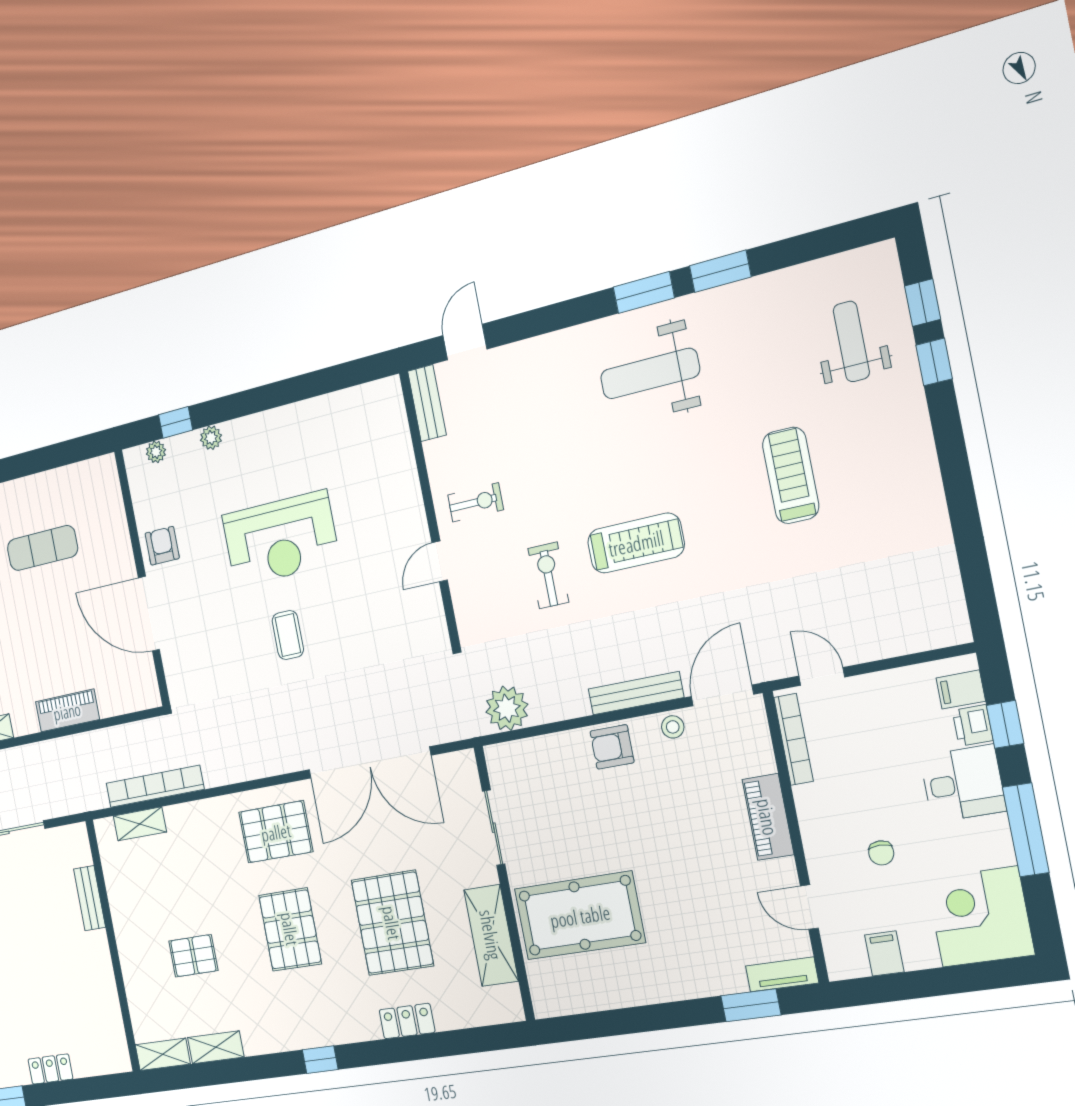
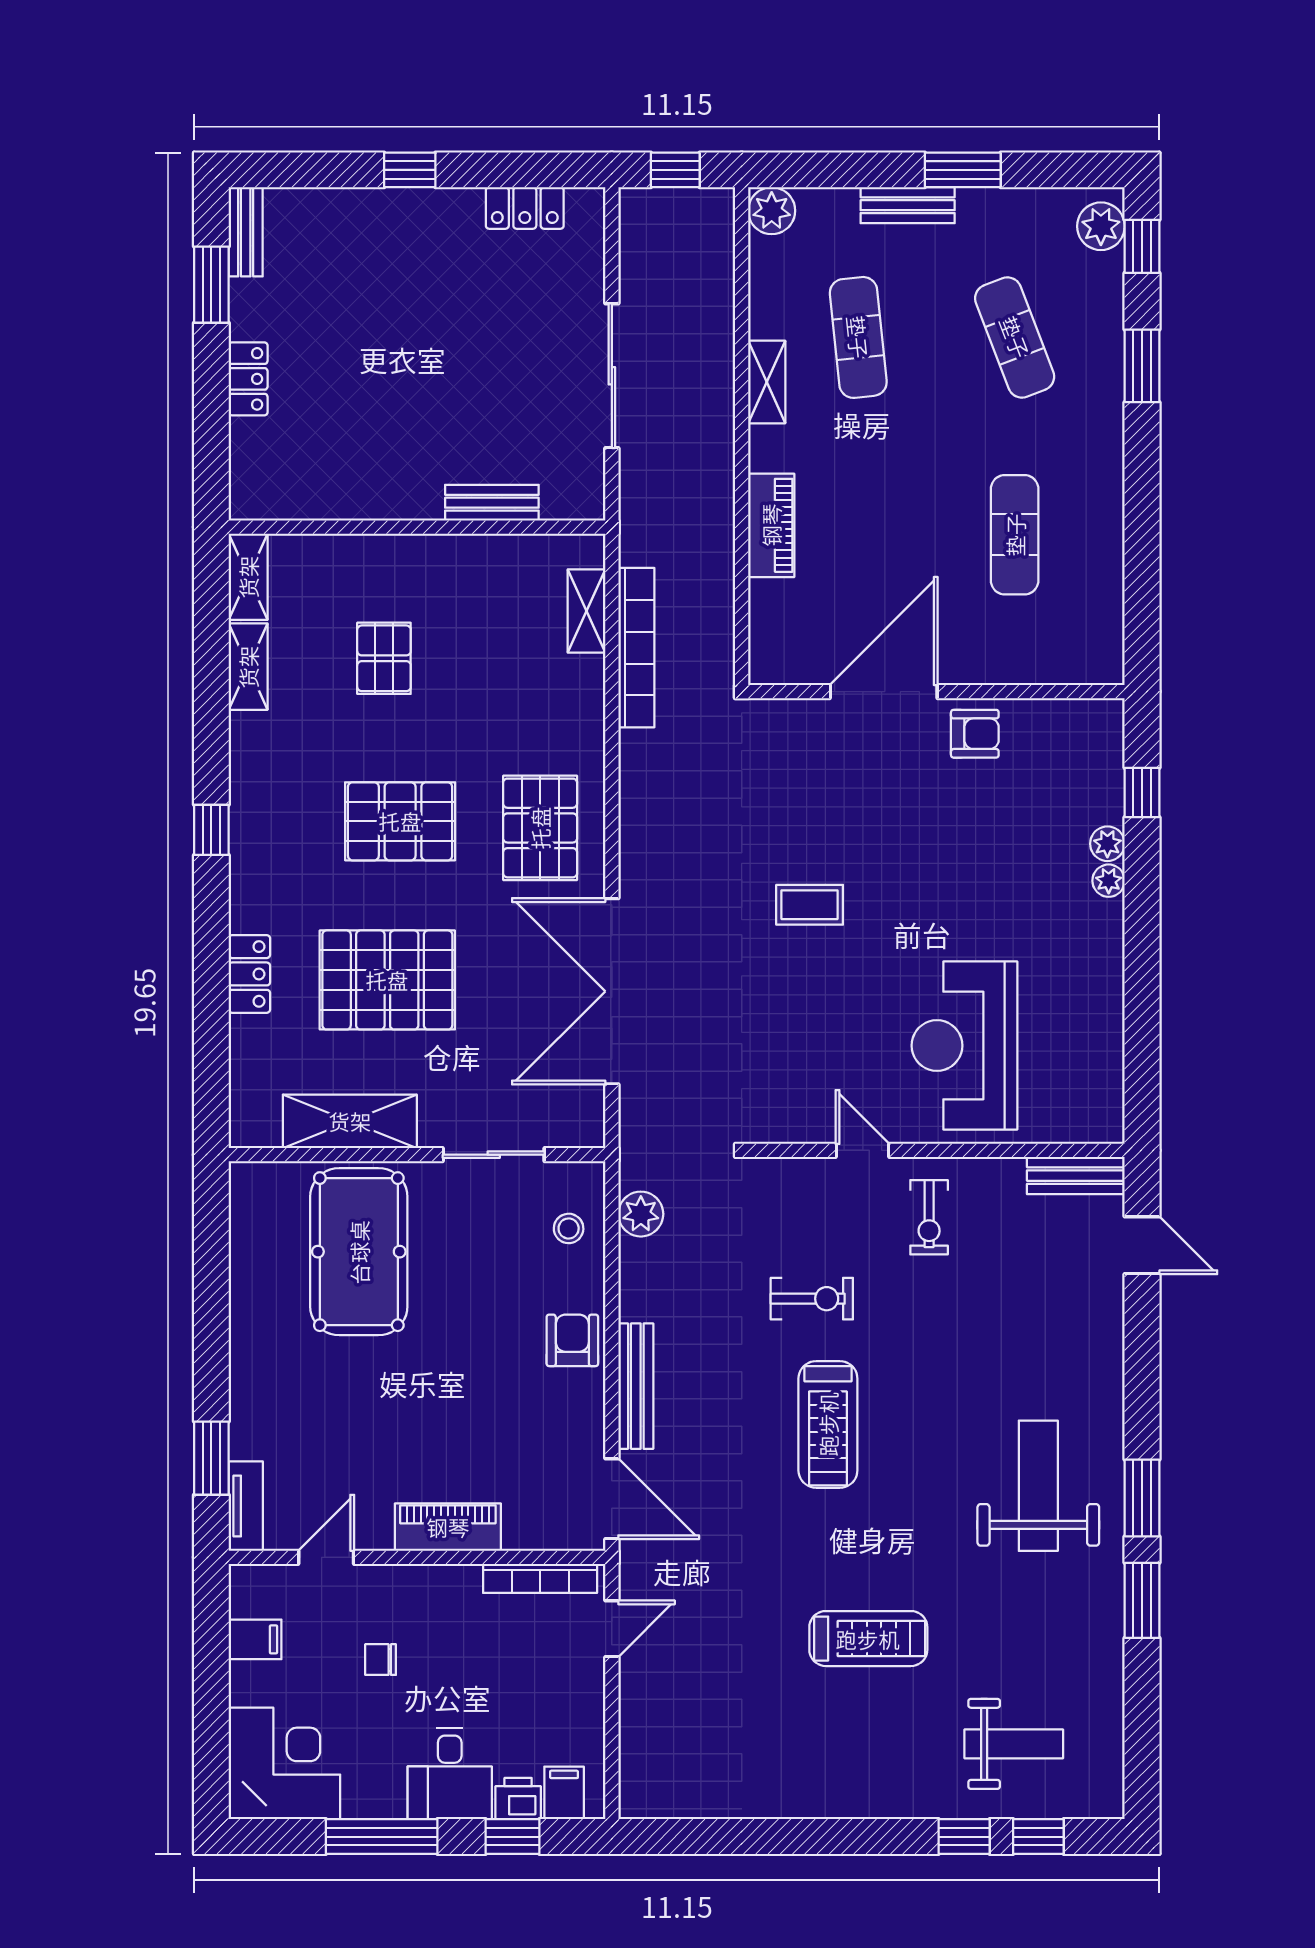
plant: (156, 452) -> (1109, 881), moved
reception desk: (281, 539) -> (964, 1046), moved
plant: (507, 708) -> (641, 1214), width x0.73, depth x0.73
stool: (673, 727) -> (569, 1228), moved

